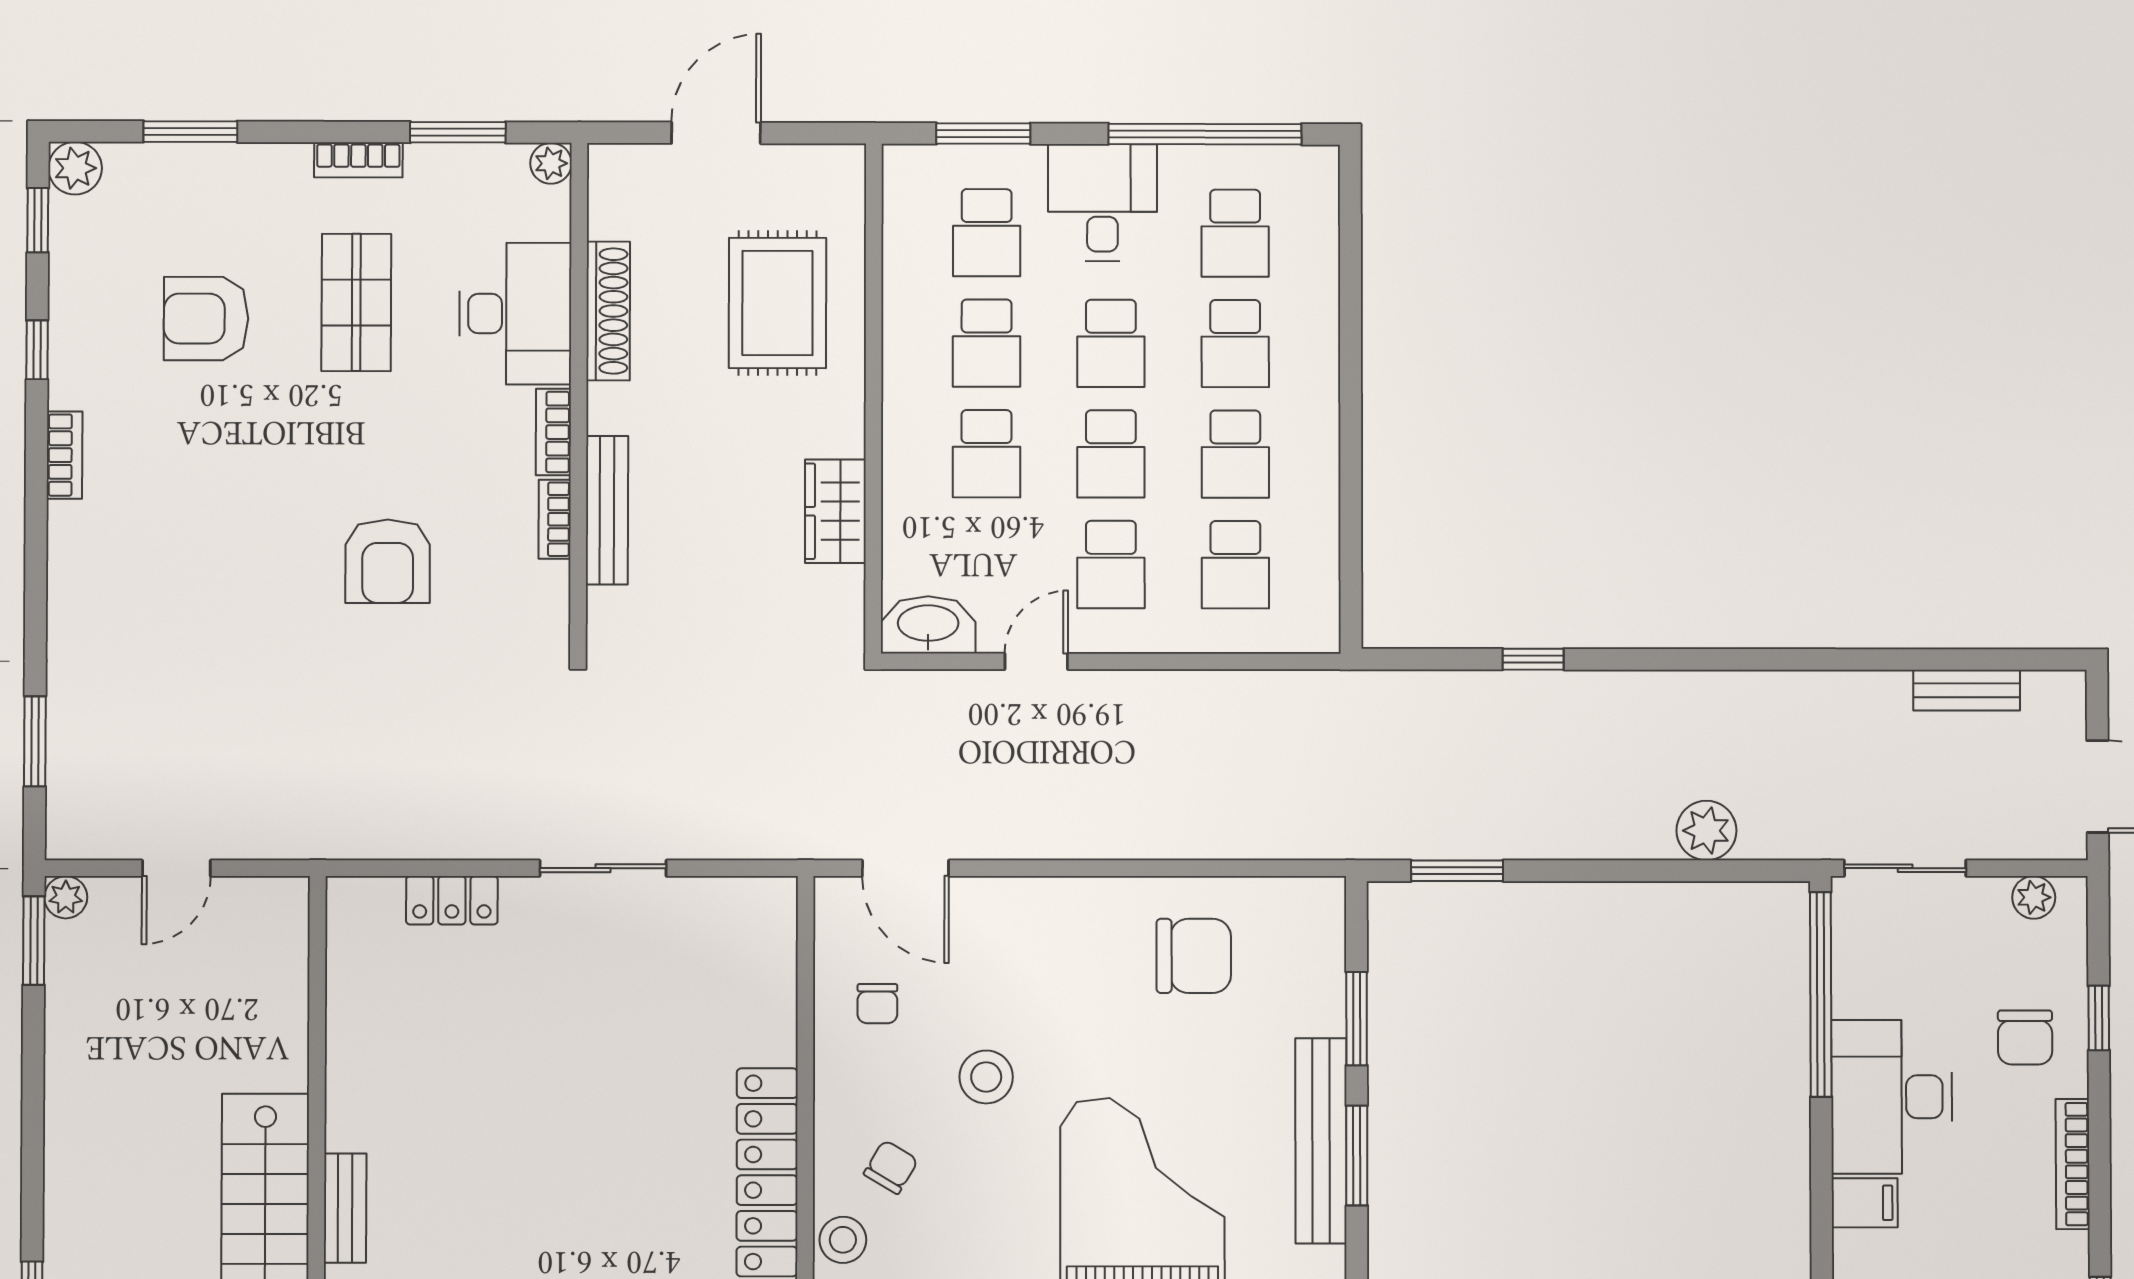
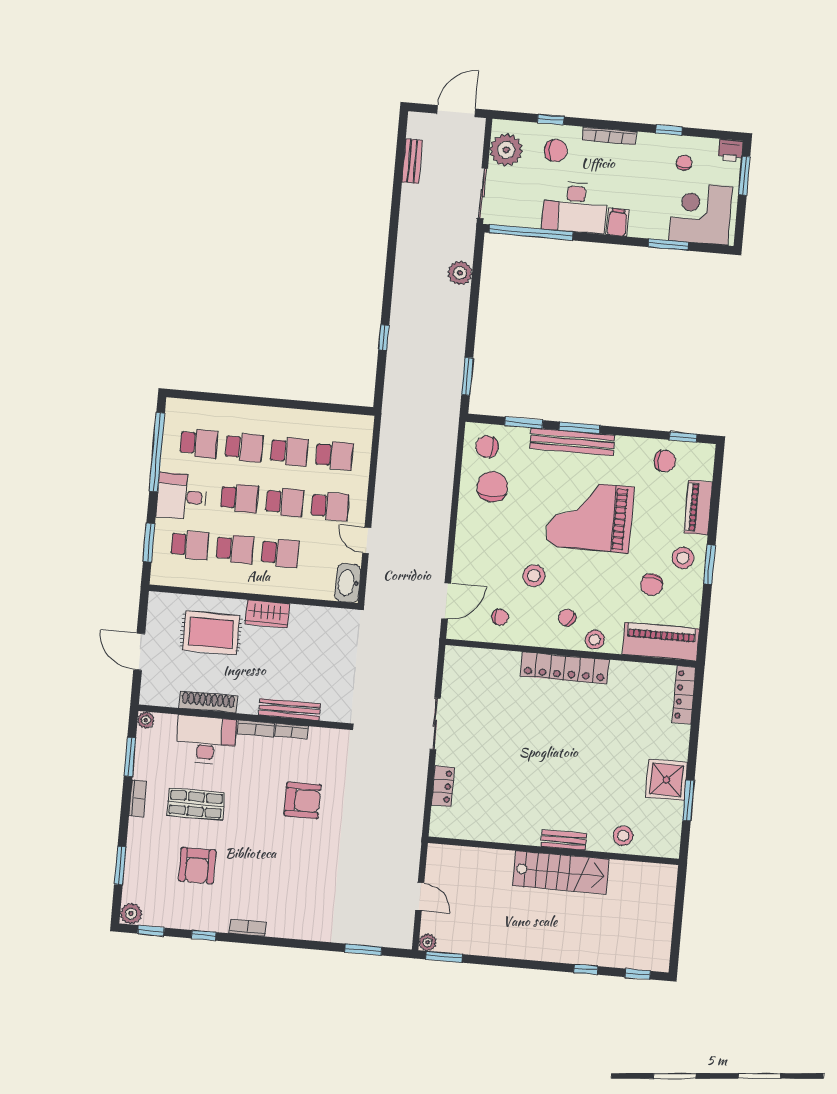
wardrobe: (835, 511) -> (267, 614), moved
plant: (2034, 897) -> (506, 150), width x1.88, depth x1.88
chair: (1290, 934) -> (487, 447), added

